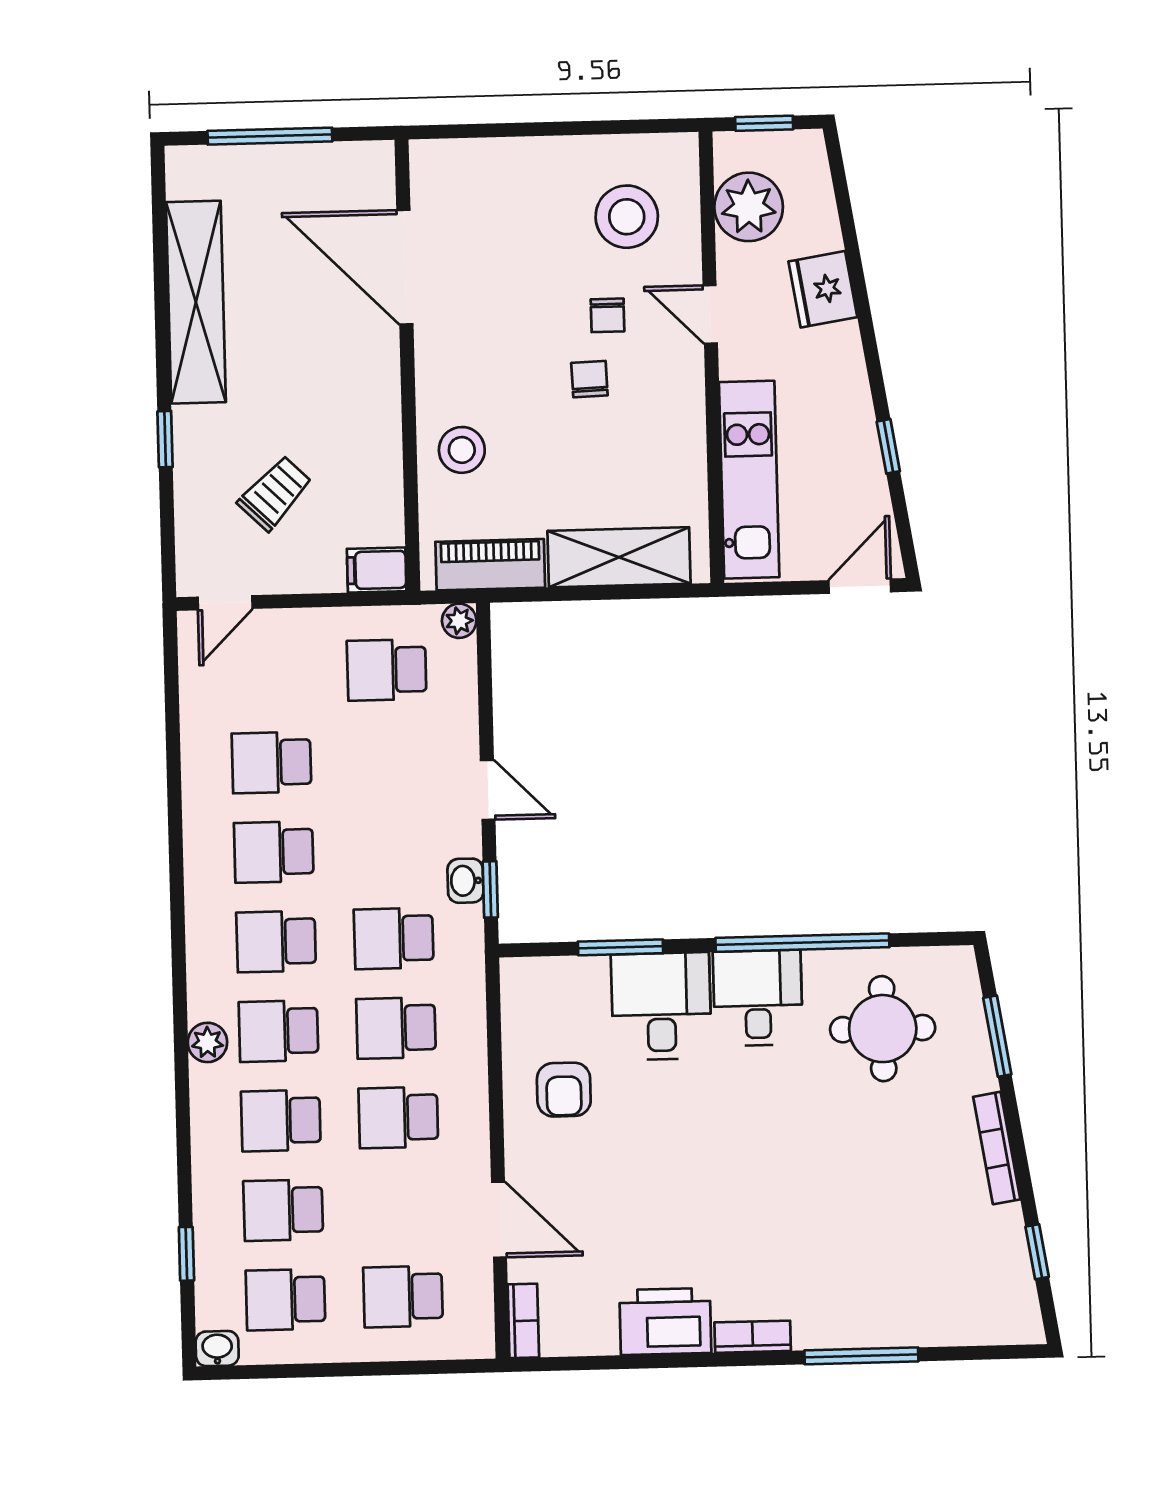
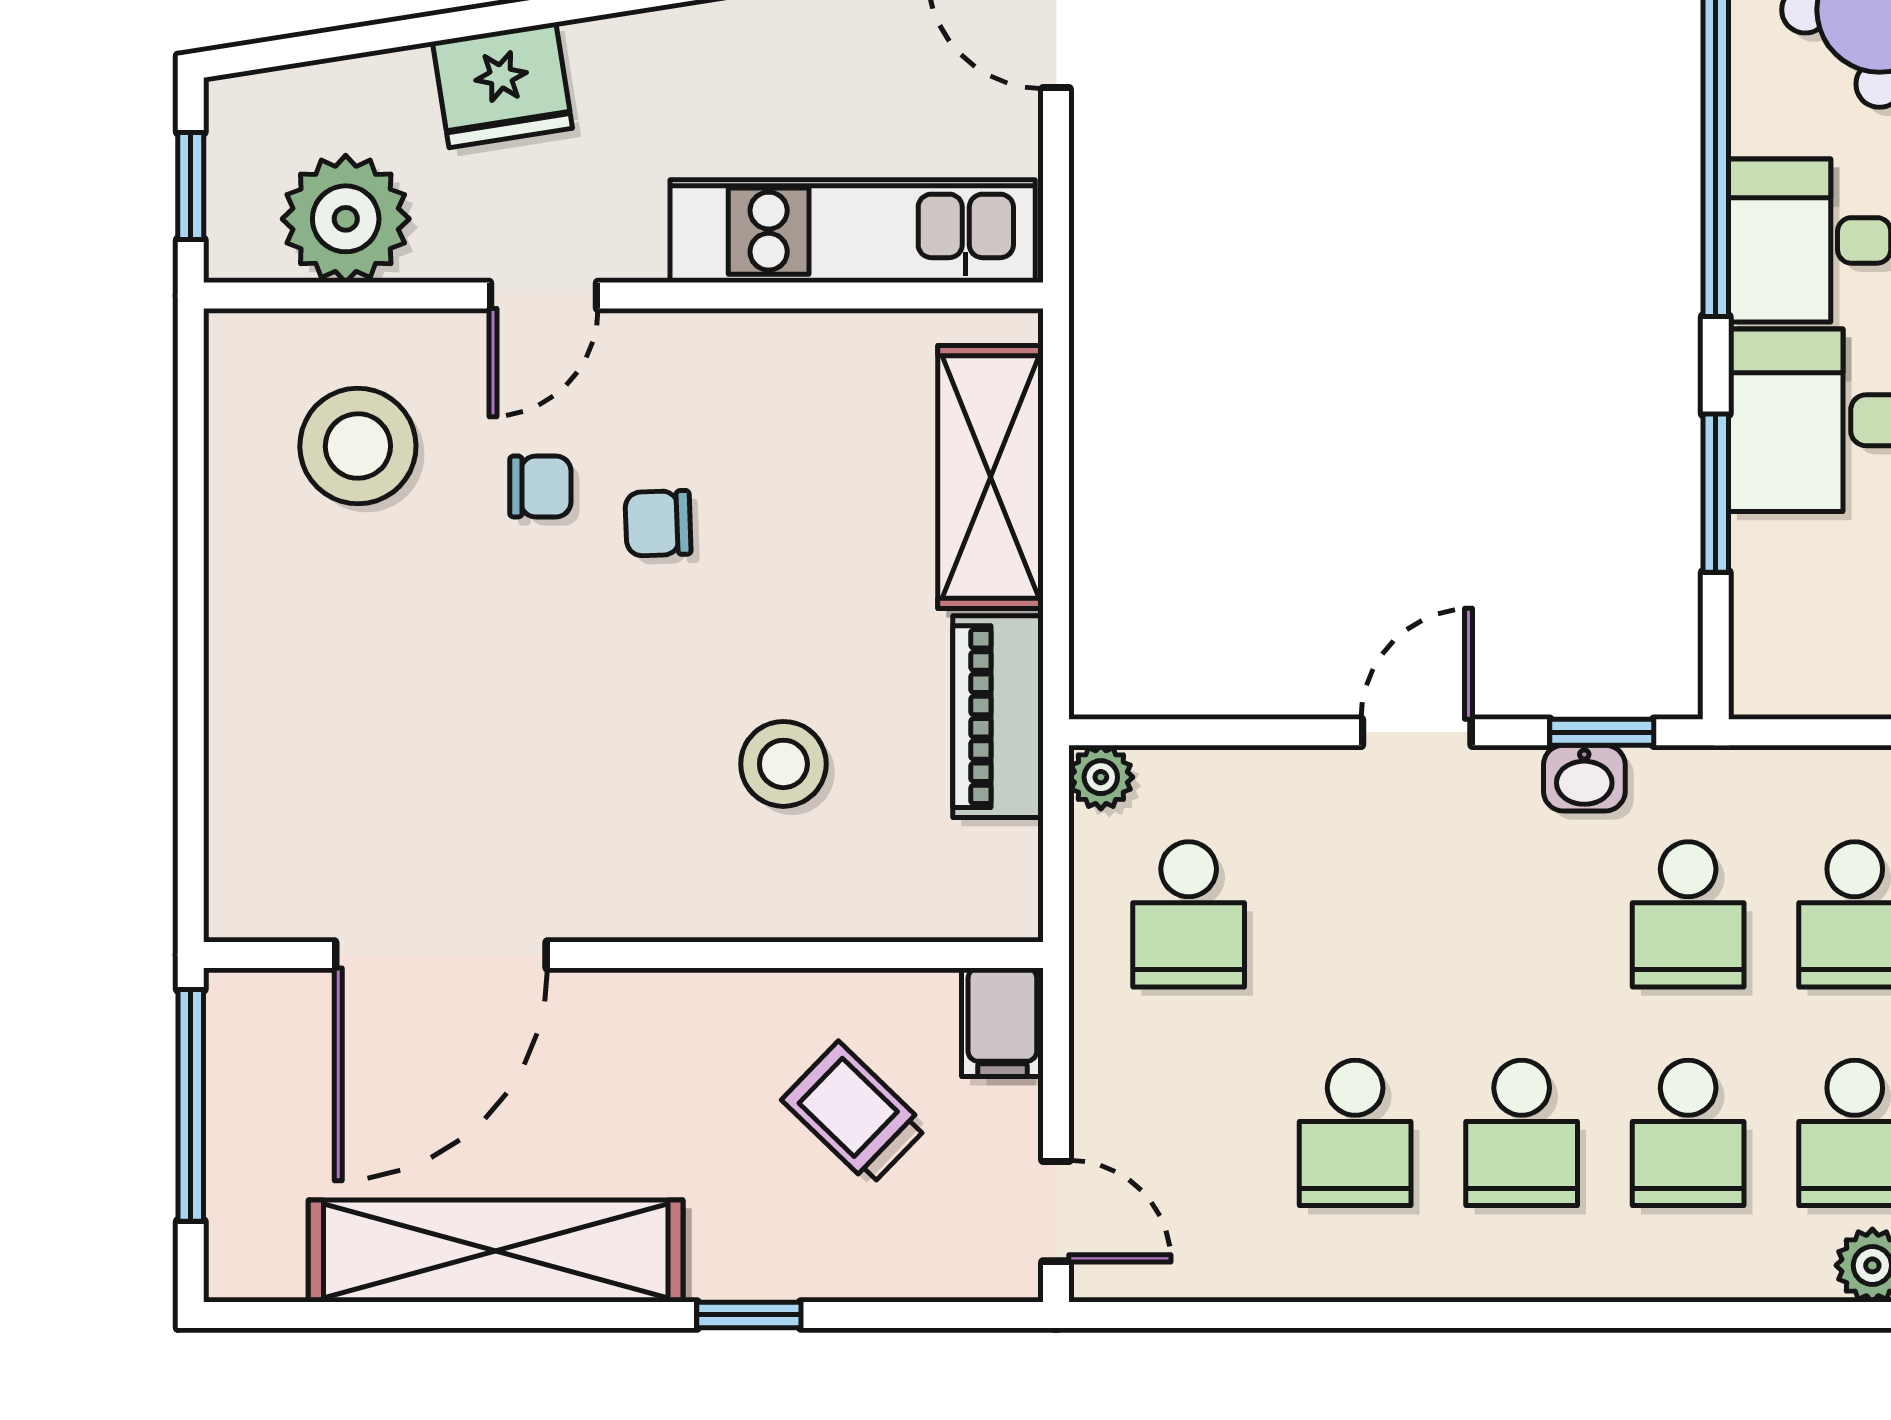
door: (405, 267) -> (441, 955), moved
wall: (407, 365) -> (623, 955), moved
filing cabinet: (377, 570) -> (1002, 1022), moved

